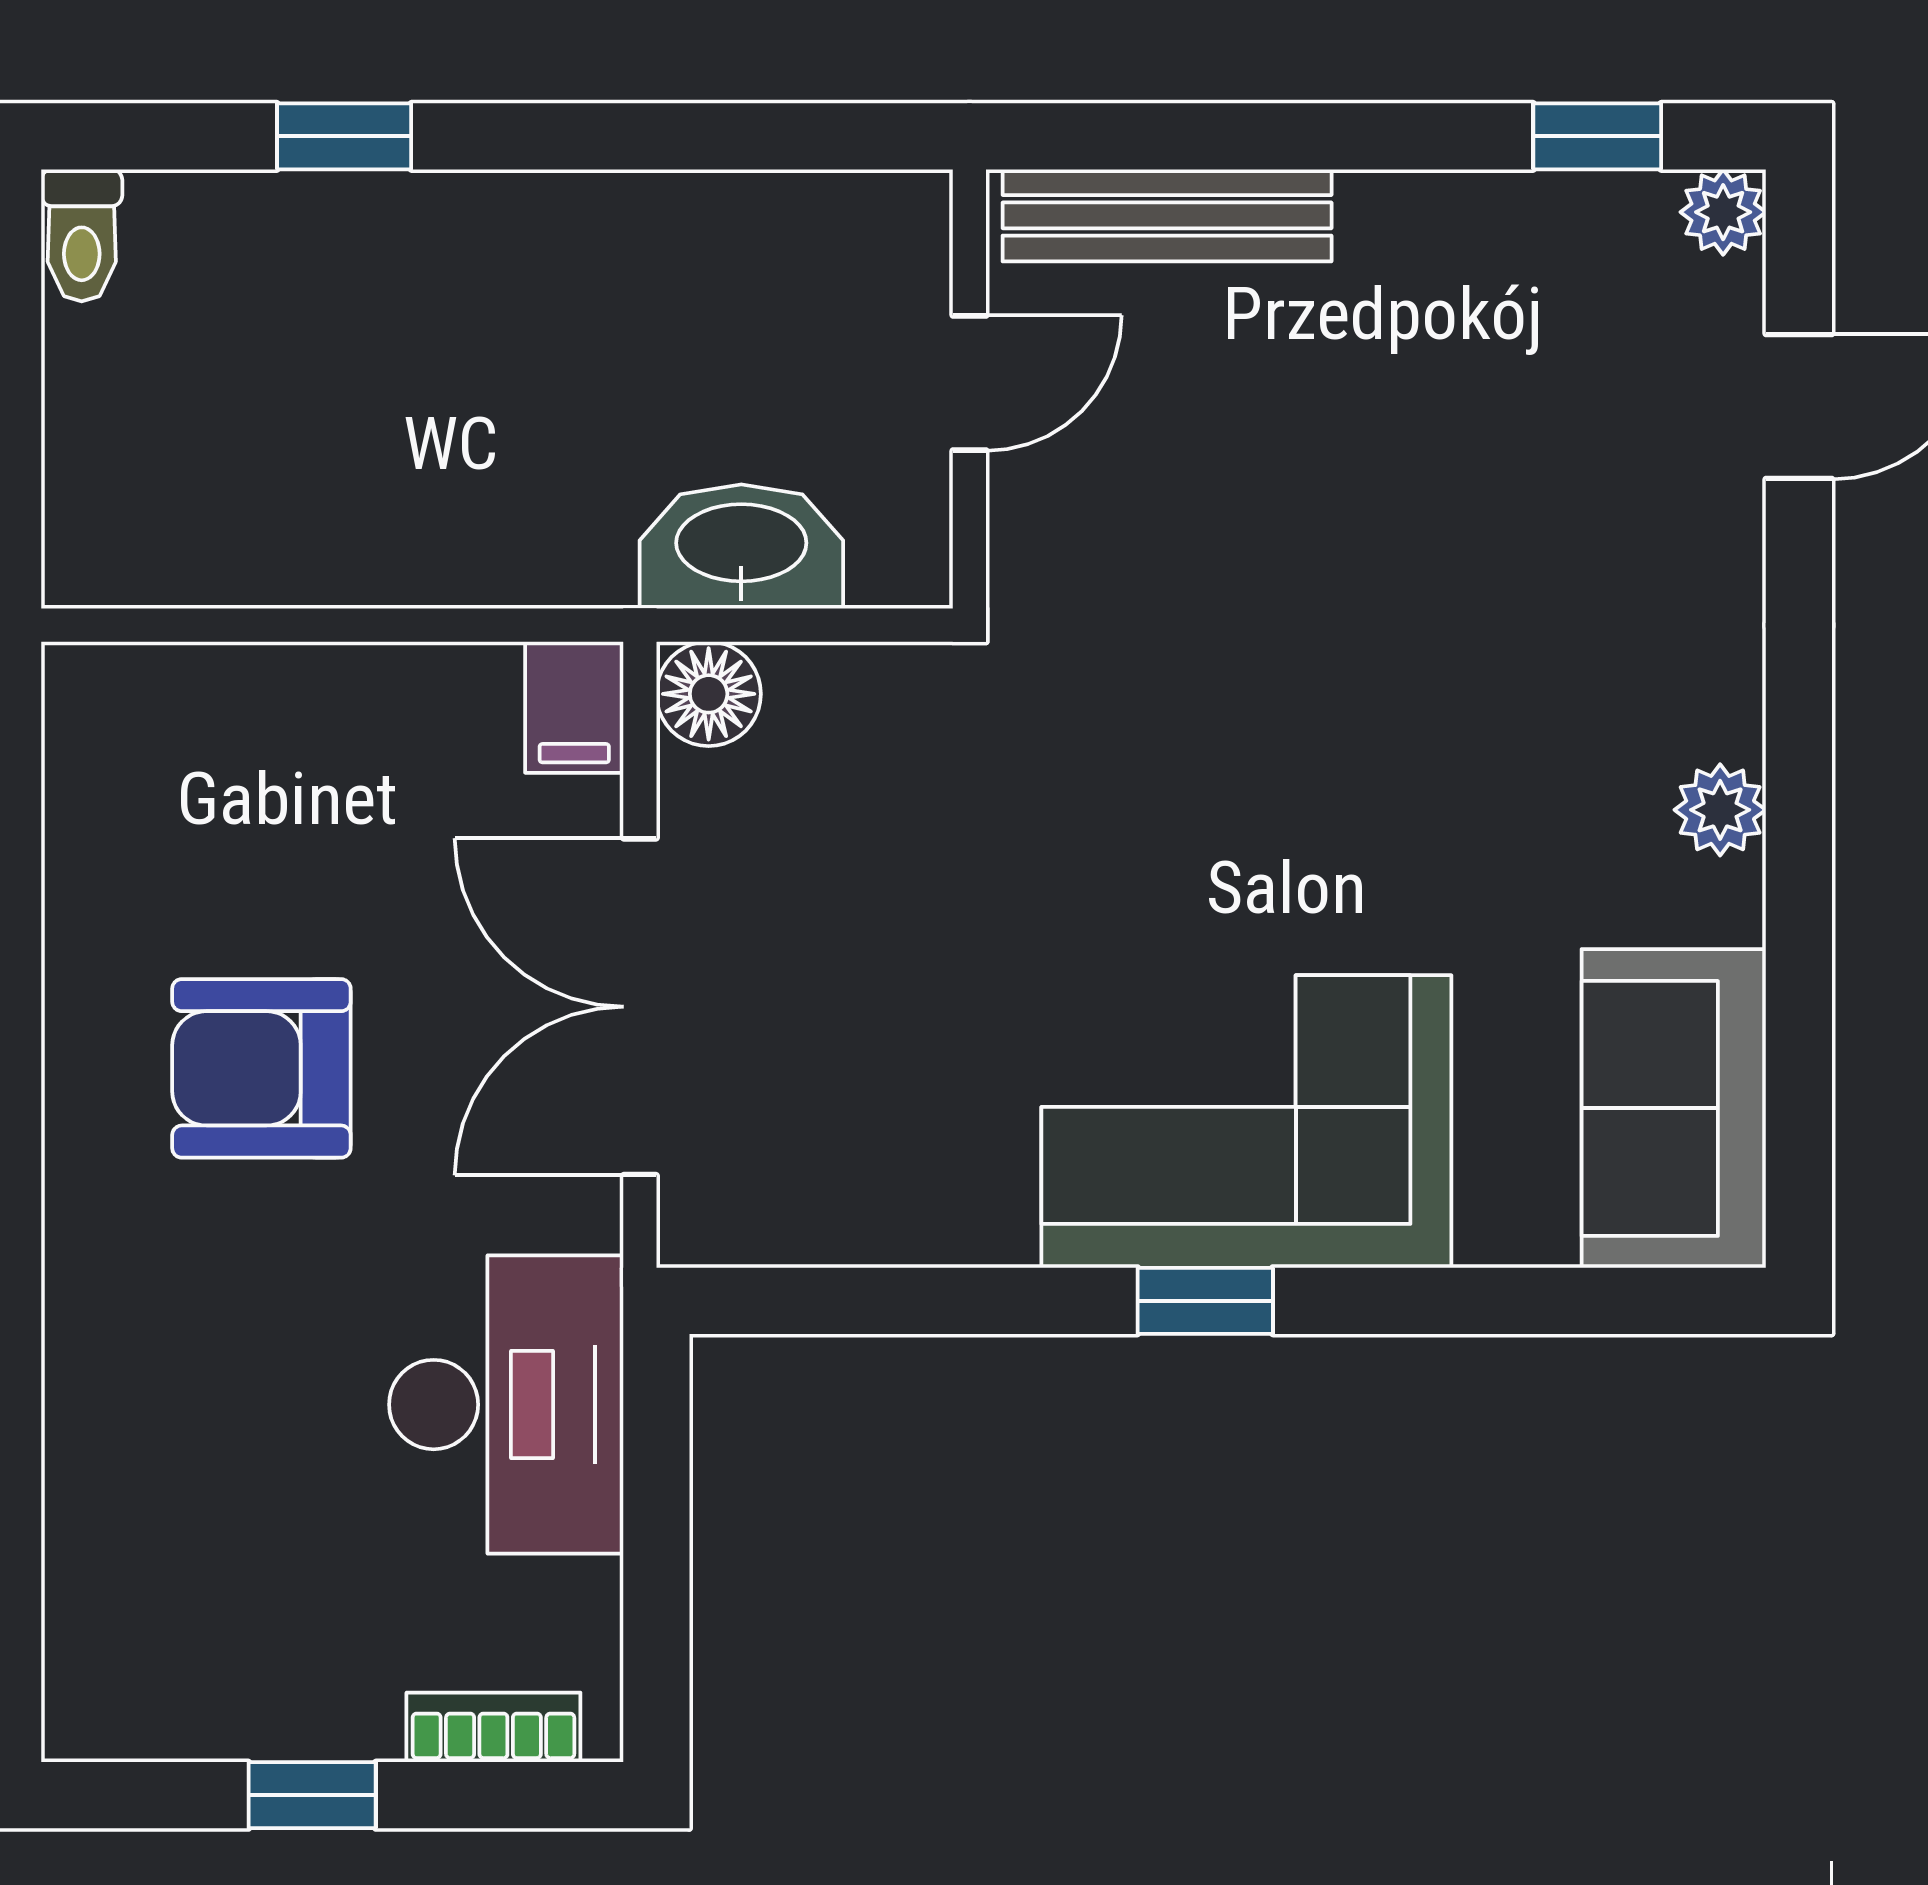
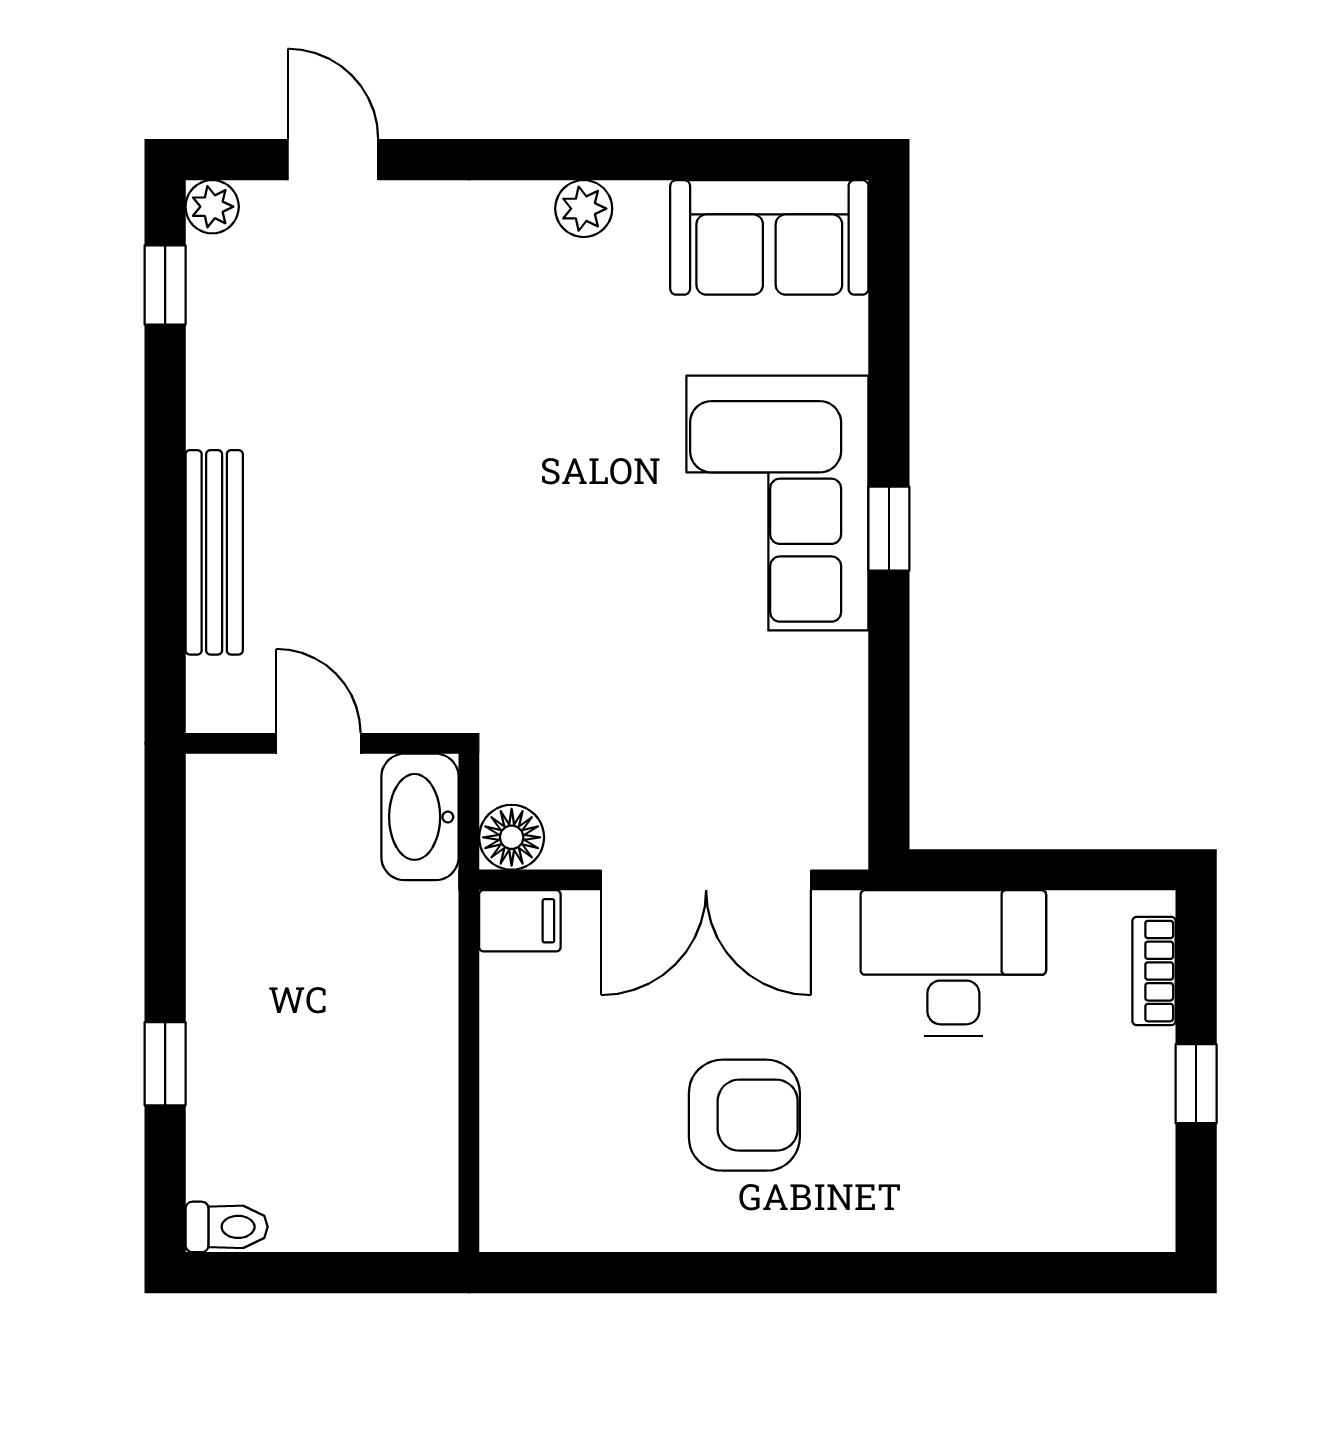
door: (969, 383) -> (318, 743), moved
wall: (969, 389) -> (322, 743), moved
armchair: (261, 1068) -> (744, 1115), turned -90

